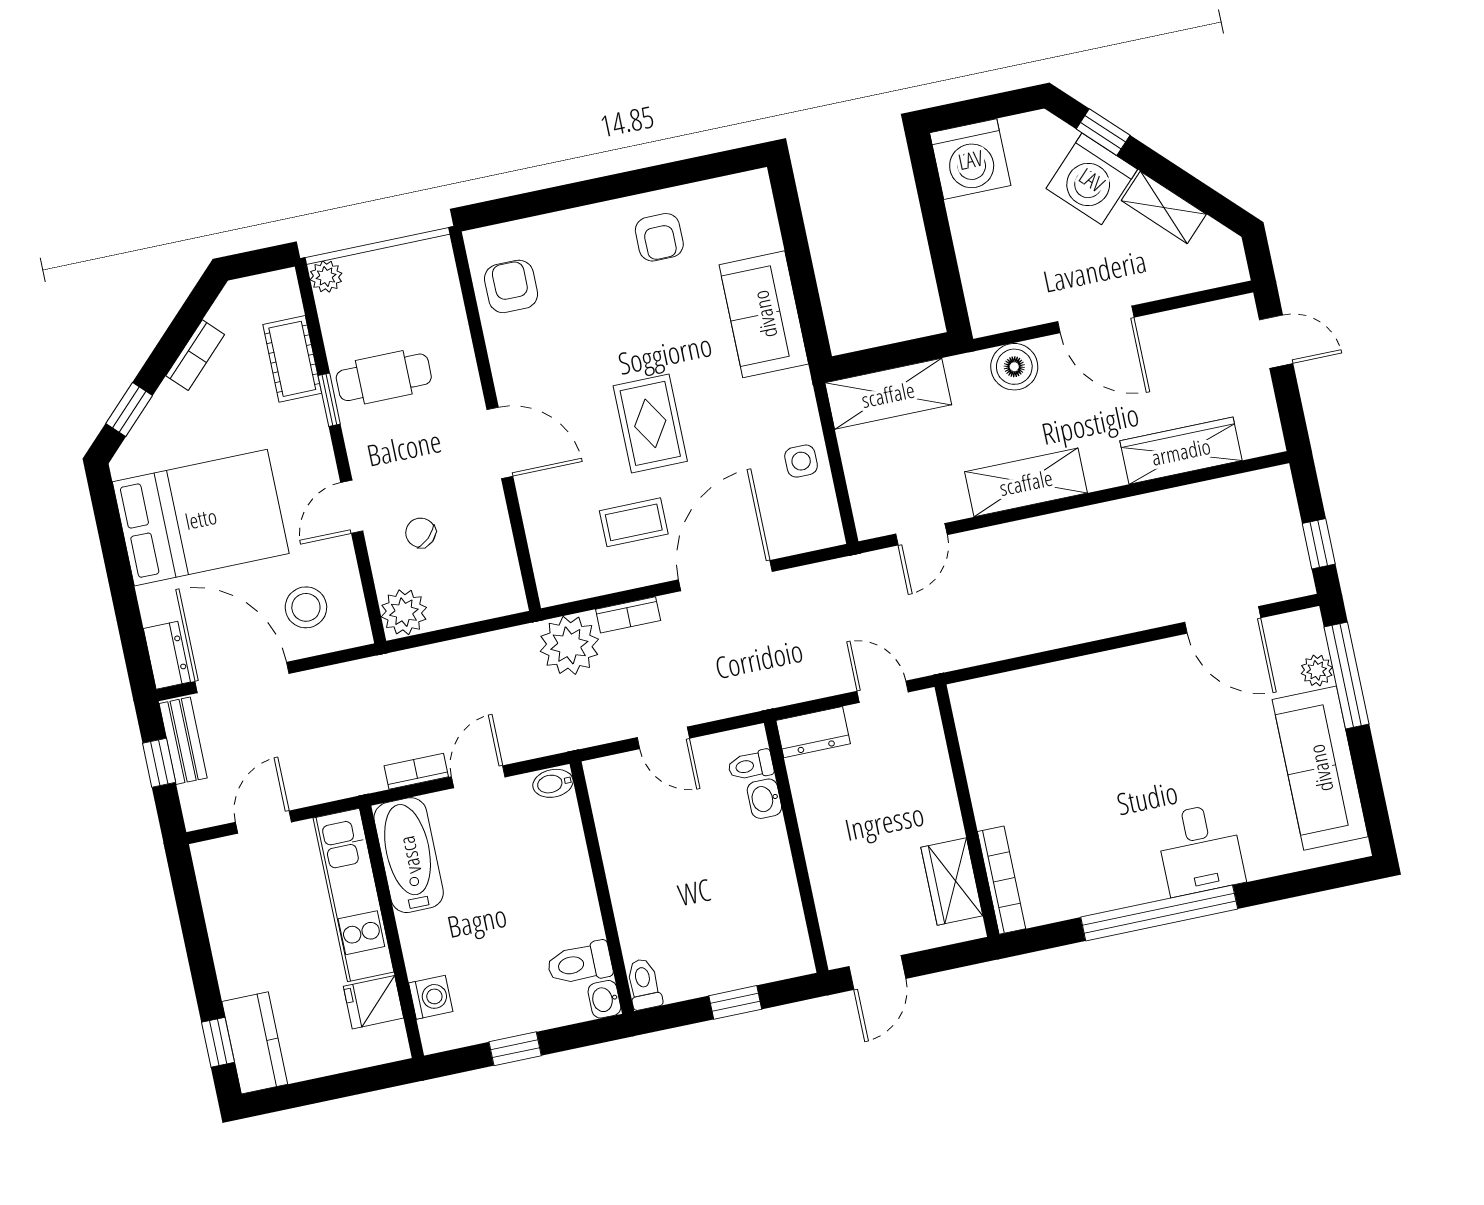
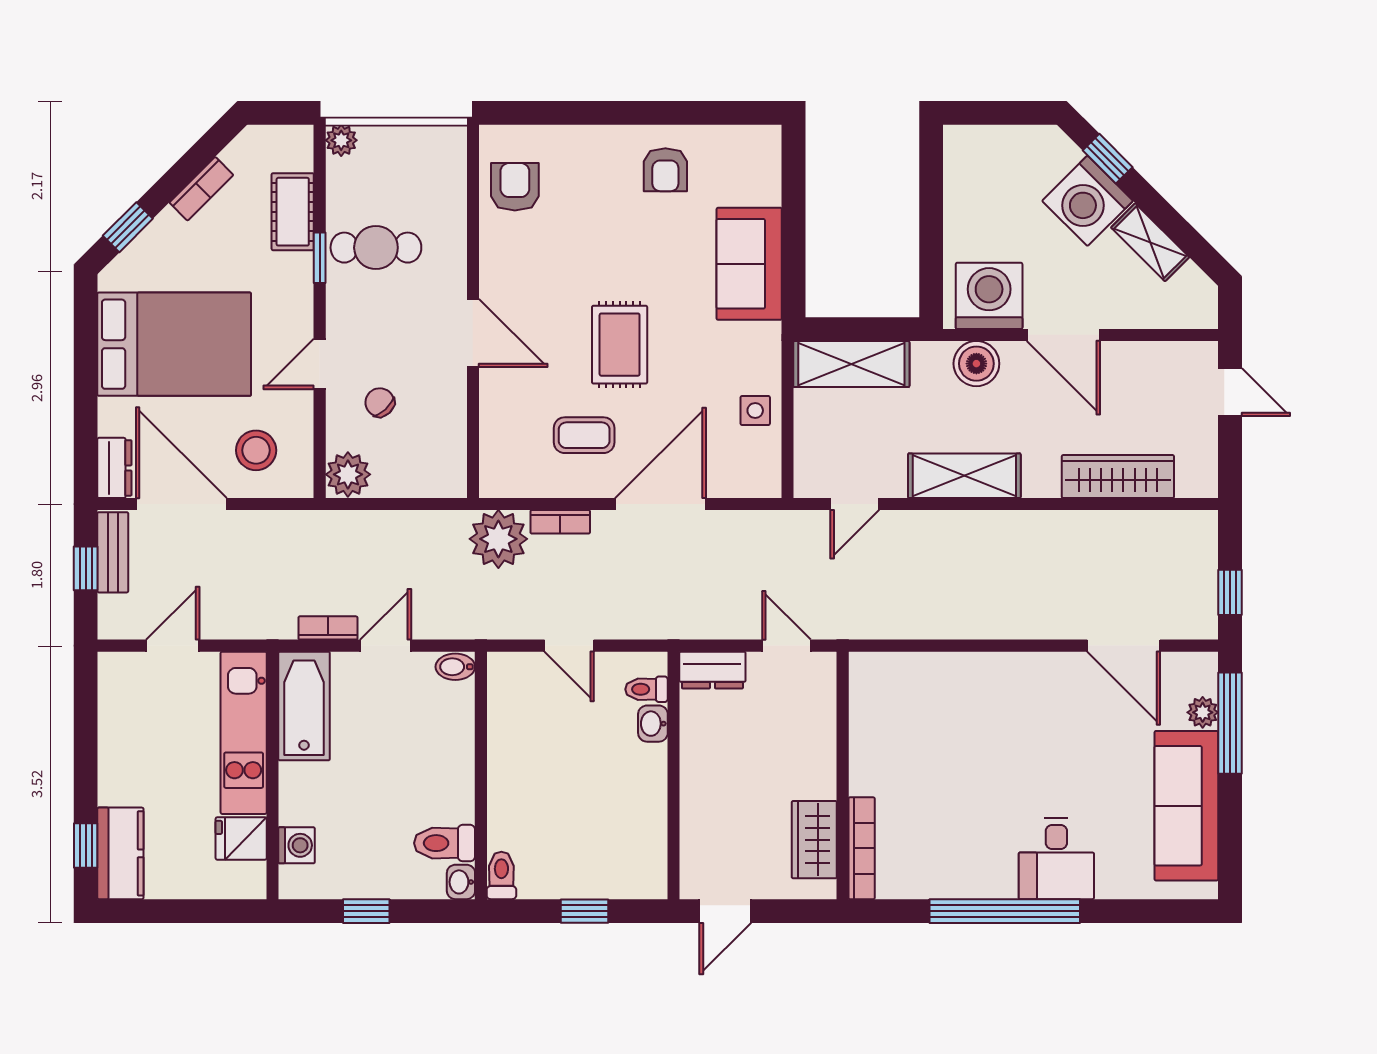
washing machine: (970, 159) -> (989, 296), moved, turned 180

